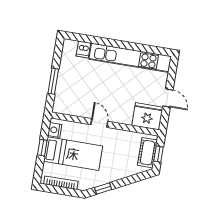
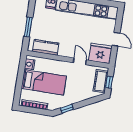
kitchen counter: (76, 108) -> (46, 47), added
door: (99, 123) -> (80, 61), moved
window: (42, 148) -> (20, 78), removed

